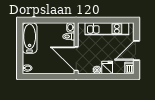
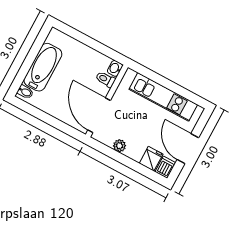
bathtub: (30, 38) -> (43, 67), moved
door: (137, 51) -> (188, 149), hinge flipped
fridge: (107, 68) -> (151, 159), moved

